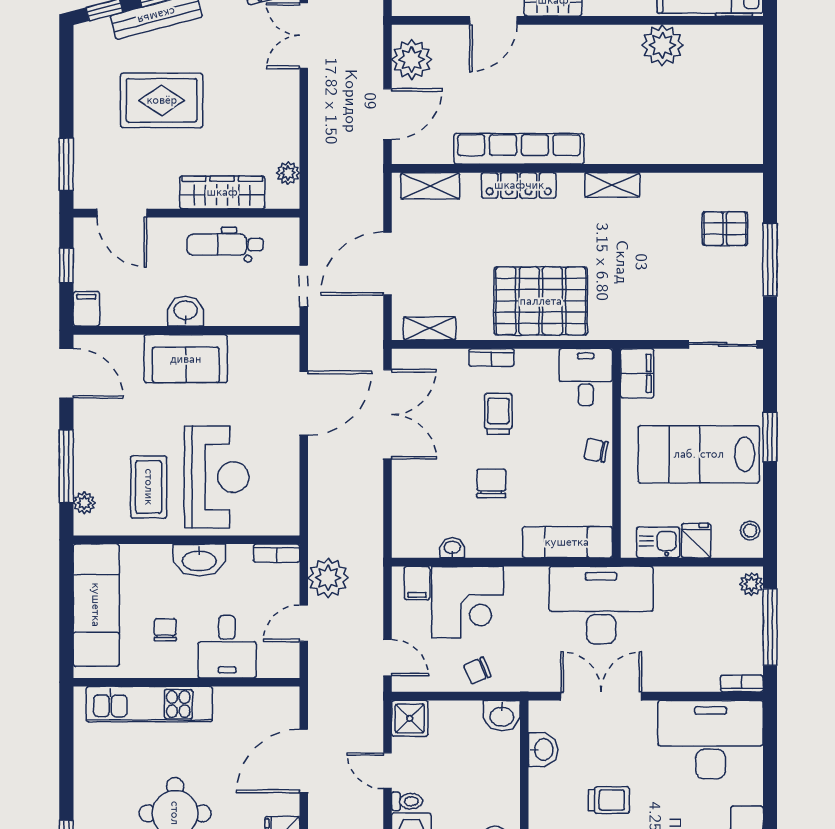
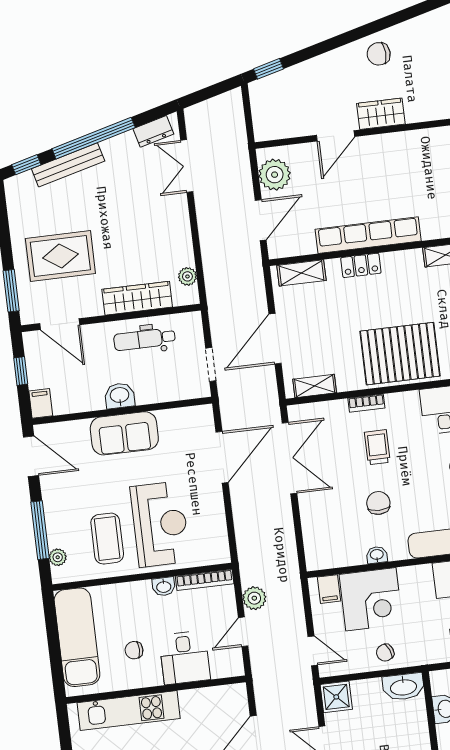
rug: (162, 100) -> (60, 256), moved
locker: (519, 185) -> (361, 265), width x0.66
washbasin: (452, 548) -> (377, 555), moved
bookcase: (277, 553) -> (205, 580), width x1.56
washbasin: (199, 560) -> (164, 586), width x0.52, depth x0.69
plant: (328, 578) -> (254, 598), width x0.73, depth x0.73
chair: (165, 630) -> (134, 650), turned -90
washbasin: (502, 716) -> (403, 687), width x1.38

